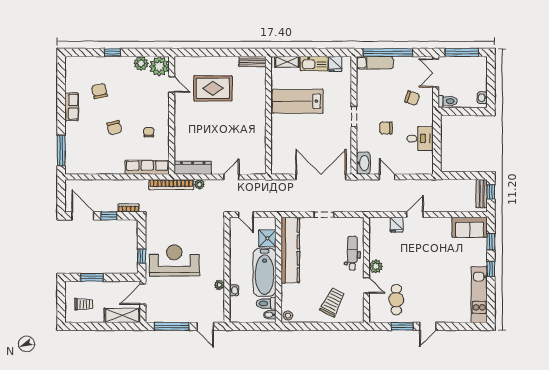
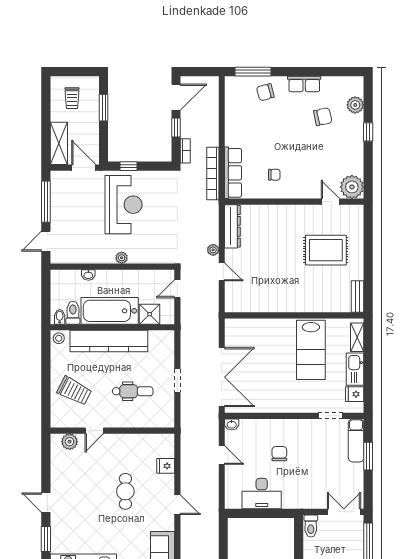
window: (388, 52) -> (368, 456), width x0.47
plant: (141, 63) -> (355, 105), moved
door: (172, 85) -> (330, 202), swing flipped
rug: (213, 88) -> (326, 250), turned 90
chair: (412, 98) -> (314, 484), removed
lab bench: (298, 101) -> (311, 350), turned 180
doorway: (354, 117) -> (331, 416), moved
chair: (114, 128) -> (265, 92), moved
desk: (420, 138) -> (262, 494), width x1.37
washbasin: (363, 163) -> (232, 424), width x0.52, depth x0.69
door: (387, 177) -> (222, 455), hinge flipped
bookcase: (171, 184) -> (213, 174), moved
plant: (200, 184) -> (213, 250), moved
door: (415, 215) -> (177, 505), moved
kitchen counter: (290, 250) -> (109, 341), moved
dental chair: (352, 253) -> (133, 391), moved
plant: (376, 266) -> (70, 442), moved
plant: (219, 285) -> (122, 258), moved
cafe table: (396, 300) -> (125, 491), moved, turned 90
window: (402, 326) -> (46, 539), moved

